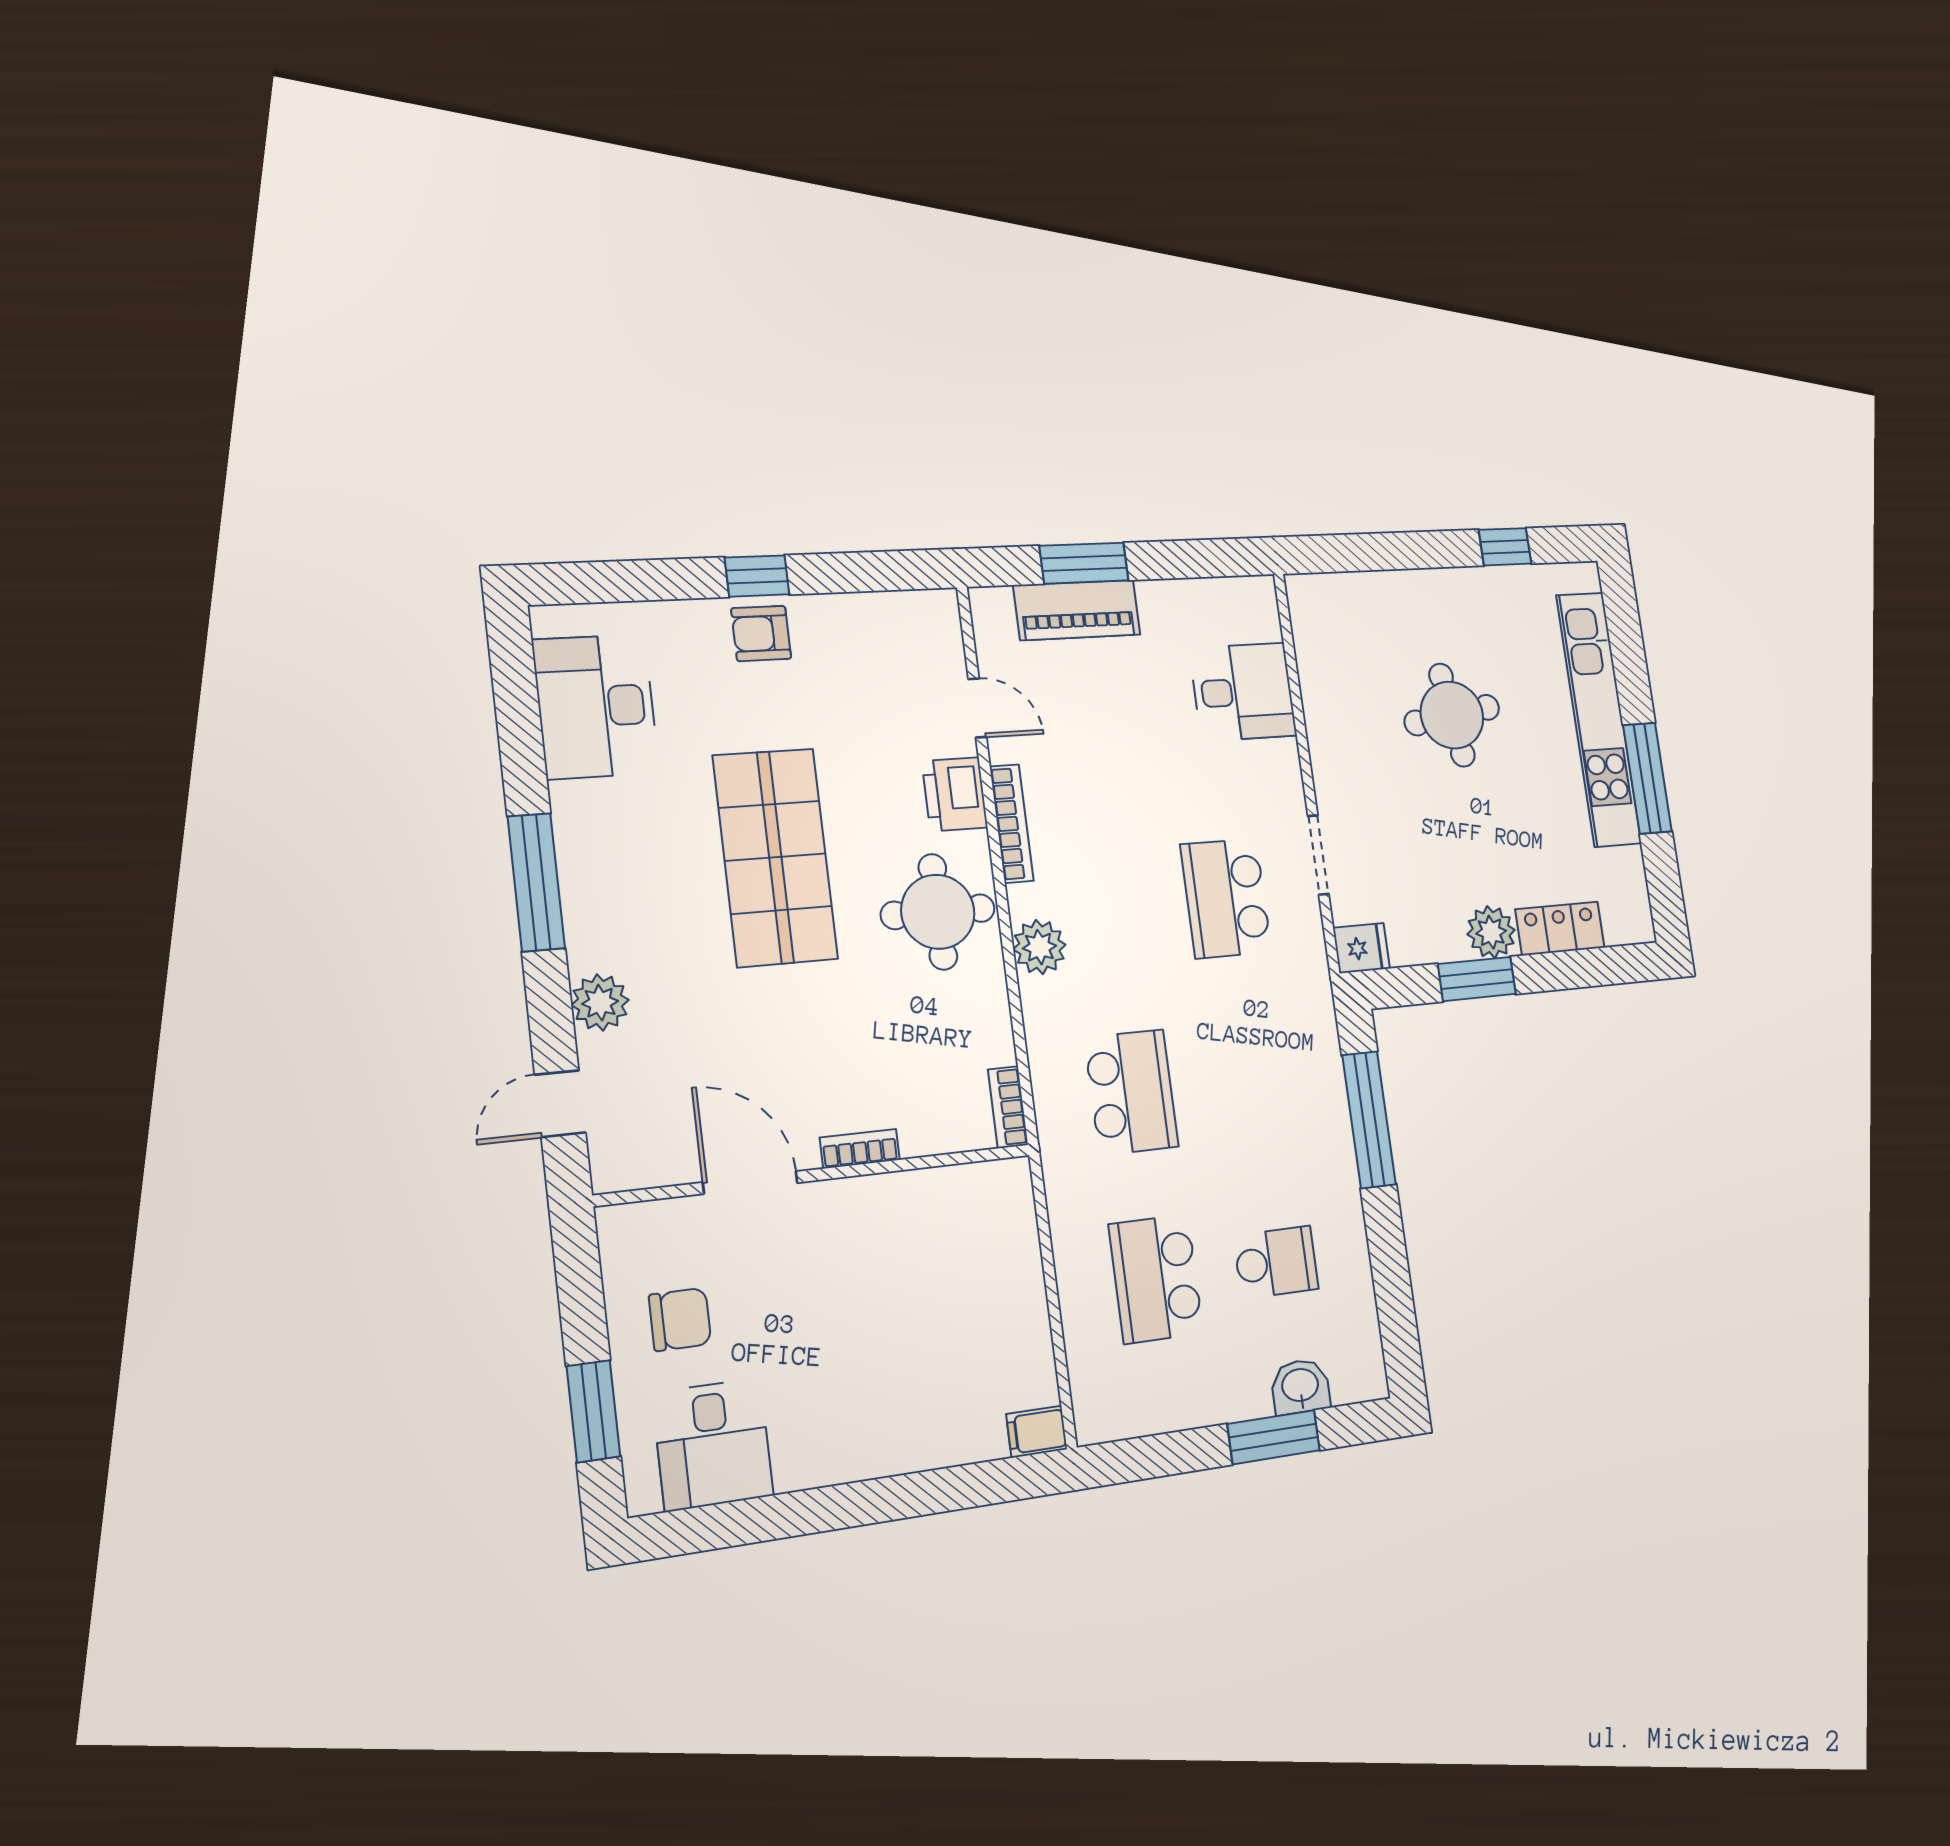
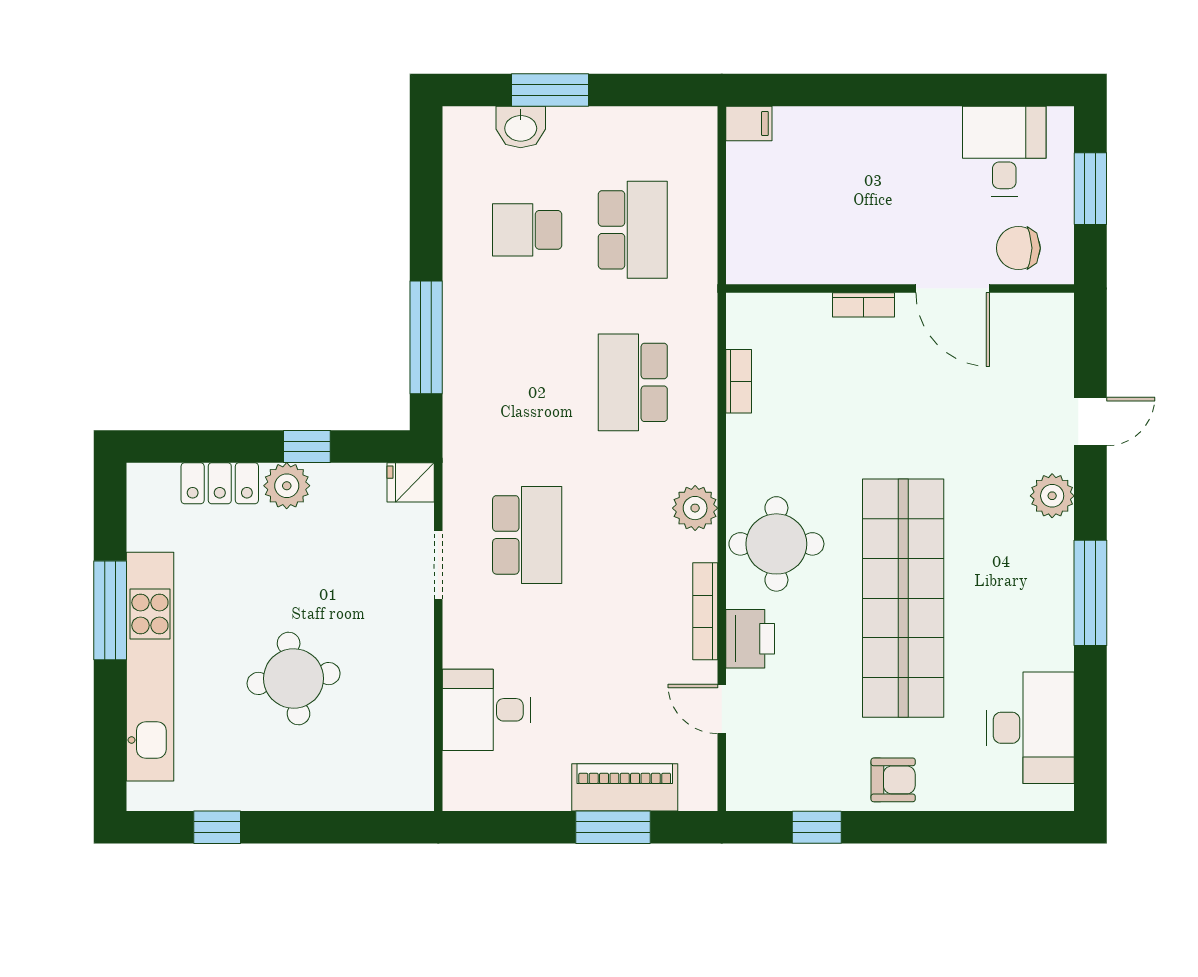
window: (757, 576) -> (817, 827), moved
shop shelf: (775, 857) -> (903, 598), width x1.40
window: (1477, 979) -> (307, 446), width x0.67
bookcase: (860, 1149) -> (863, 305), moved
wall: (817, 1175) -> (900, 289), moved
door: (750, 1183) -> (953, 289), moved

